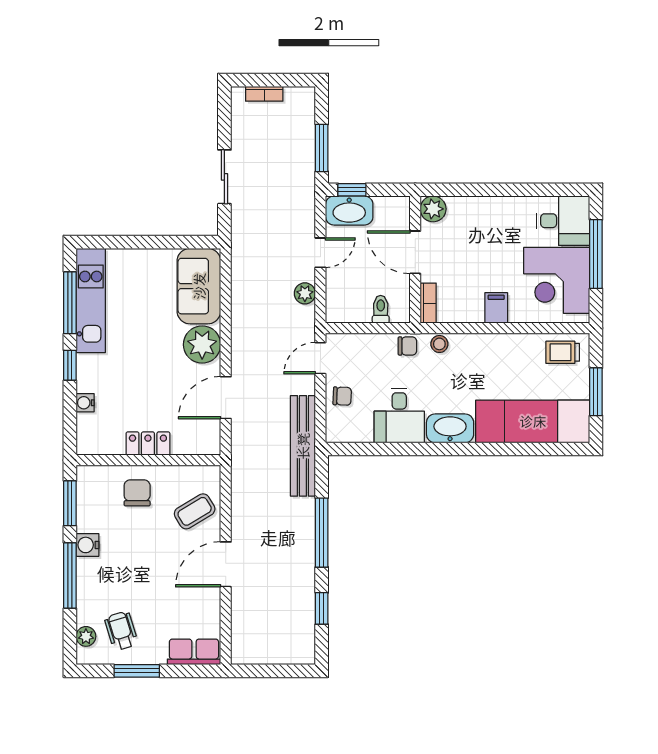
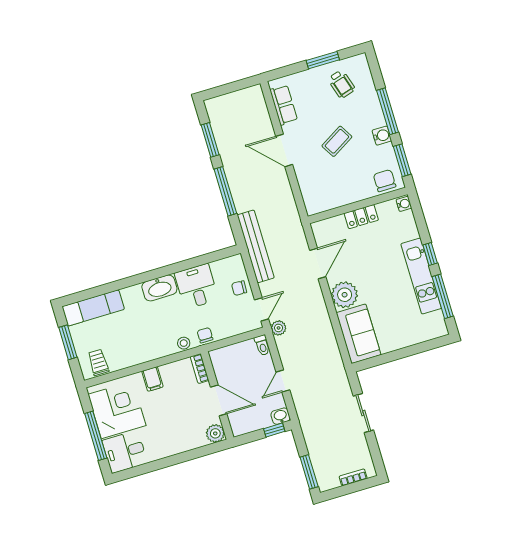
window: (322, 148) -> (309, 472), moved
washbasin: (349, 211) -> (280, 416), width x0.52, depth x0.69
plant: (305, 293) -> (279, 328), moved
kitchen unit: (91, 300) -> (421, 276), moved
toilet: (381, 309) -> (262, 345), moved
chair: (407, 346) -> (205, 335), turned 90
trolley: (563, 352) -> (98, 362), turned -90
water cooler: (85, 403) -> (404, 204), moved
exam couch: (533, 421) -> (93, 308), width x0.73, depth x0.69
chair: (137, 493) -> (385, 181), moved, turned 180
coffee table: (195, 511) -> (337, 141), moved
door: (226, 564) -> (284, 150), swing flipped
window: (322, 608) -> (210, 140), width x1.50
plant: (86, 636) -> (364, 73), removed
row of seats: (194, 652) -> (284, 105), moved, turned -90

